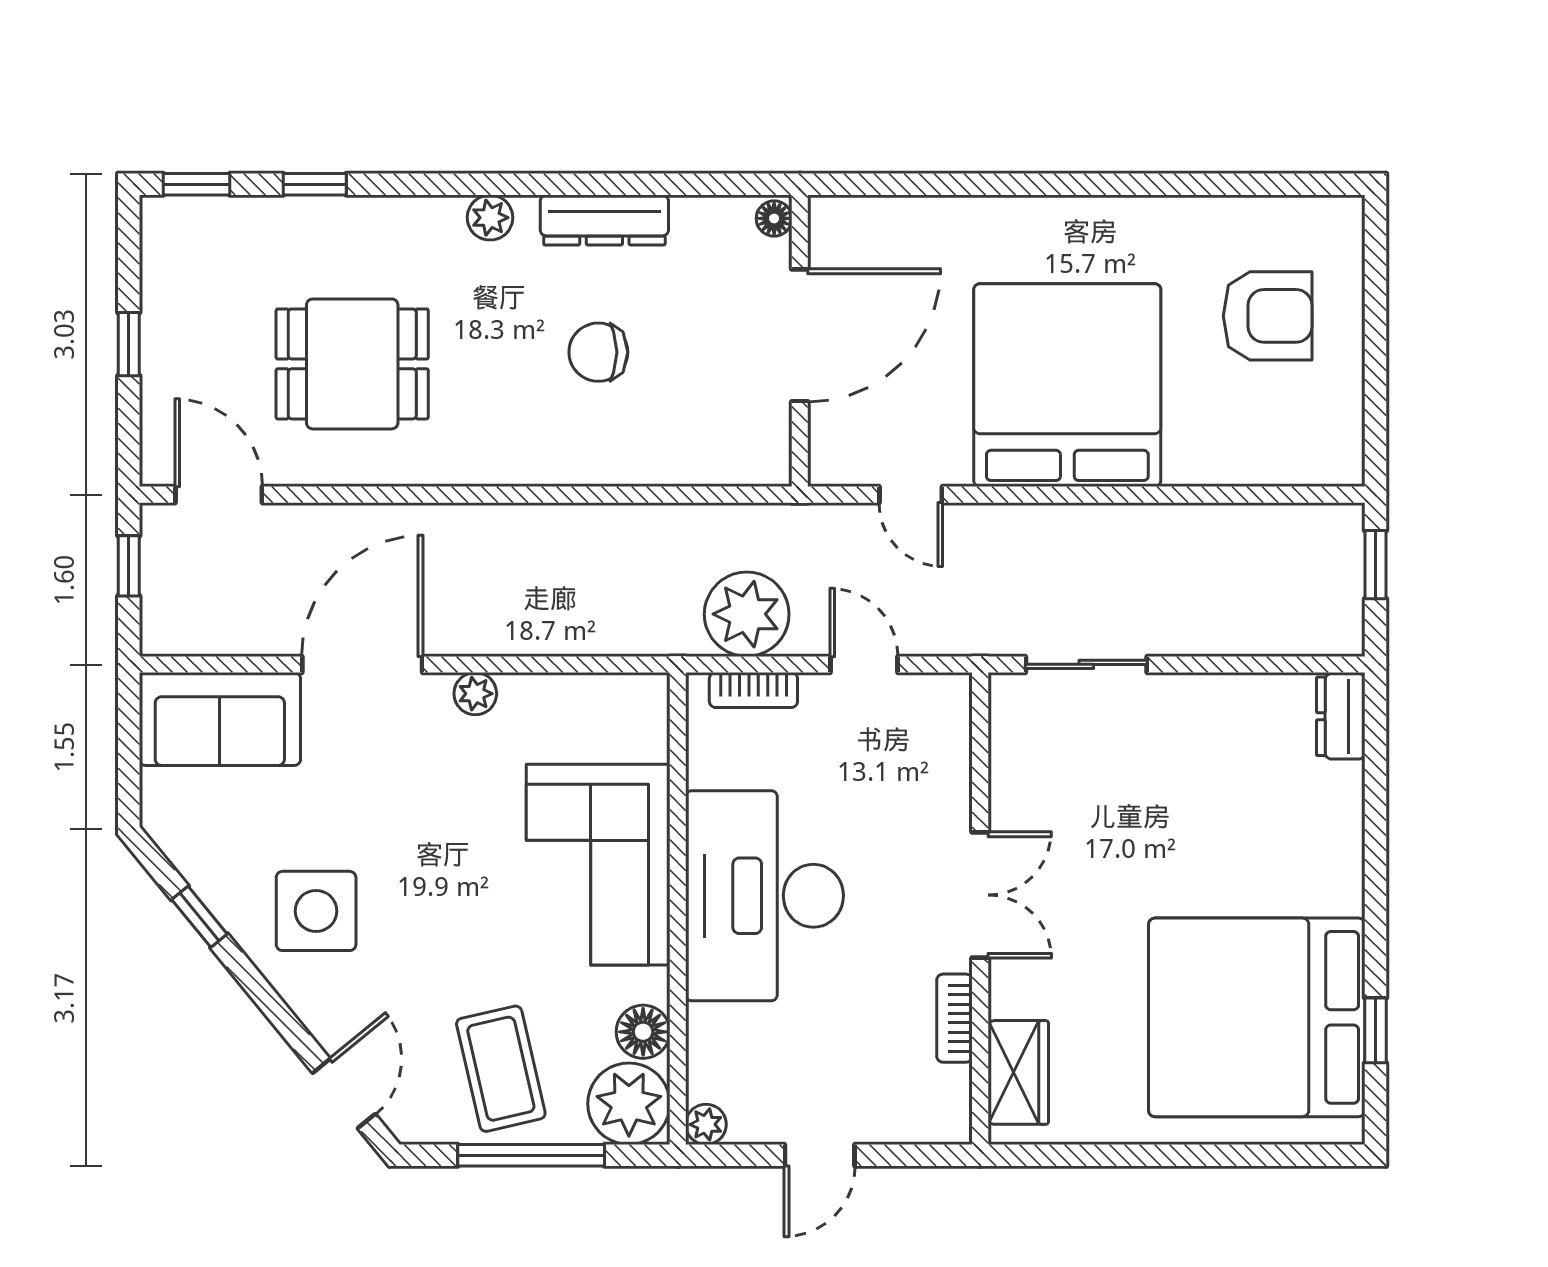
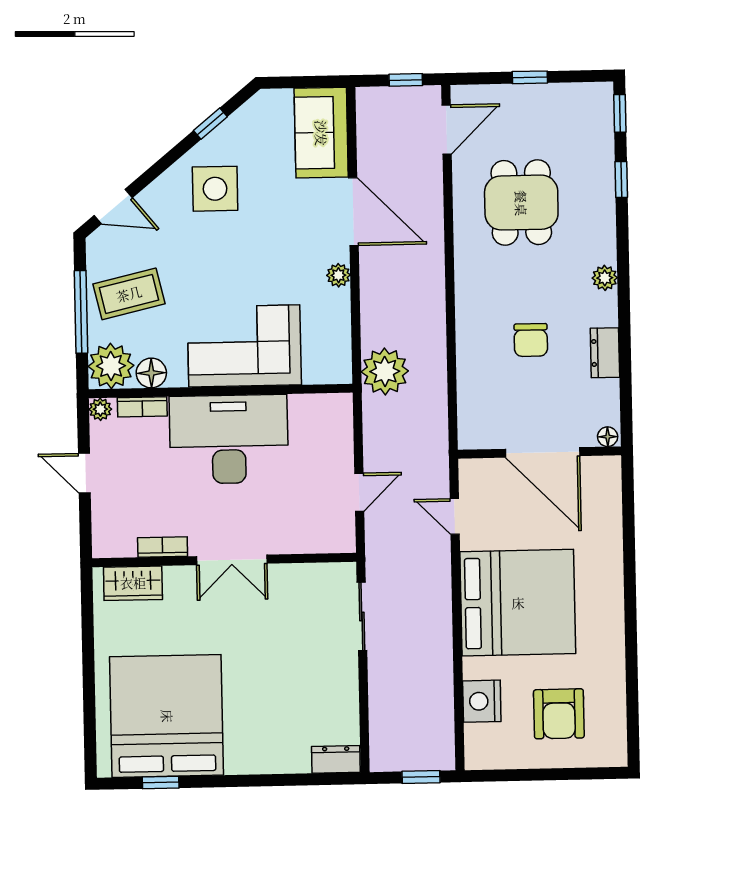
dresser: (604, 220) -> (605, 353), width x0.70
chair: (598, 352) -> (531, 340), turned 180
nightstand: (1242, 453) -> (482, 701), added
door: (911, 495) -> (455, 516), hinge flipped
plant: (747, 614) -> (385, 371), moved
bookcase: (753, 690) -> (142, 407), moved, turned -90

